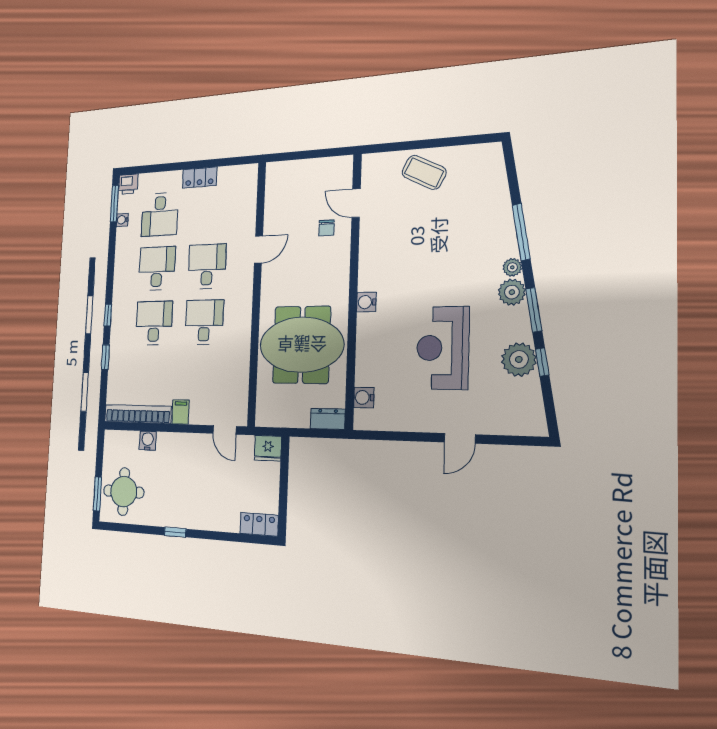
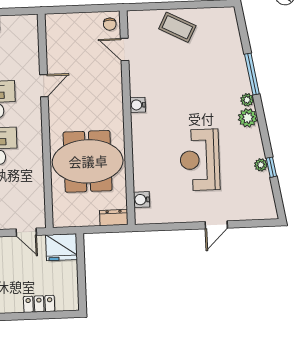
chair: (326, 228) -> (110, 24), moved
water cooler: (366, 302) -> (138, 105), moved
window: (534, 310) -> (264, 130), removed
plant: (519, 359) -> (261, 165), width x0.53, depth x0.53
fridge: (268, 448) -> (62, 247), width x1.36, depth x1.34
locker: (259, 524) -> (39, 304), moved

